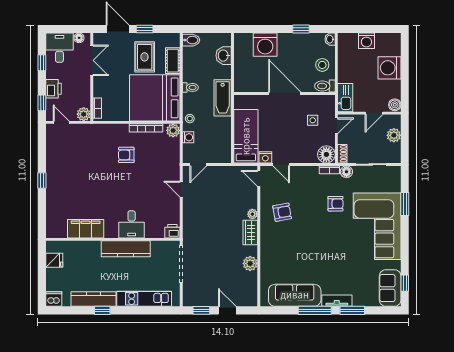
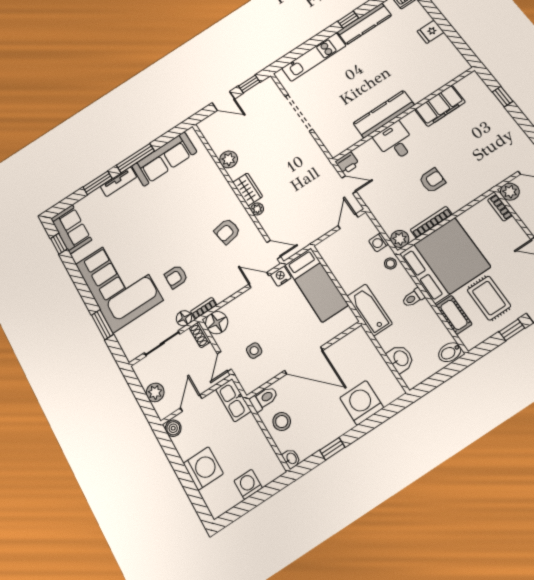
desk: (132, 224) -> (395, 141), moved
filing cabinet: (86, 229) -> (440, 106), moved
printer: (172, 231) -> (347, 163), moved
wall: (113, 239) -> (404, 114), moved
kitchen counter: (126, 249) -> (384, 114), moved

